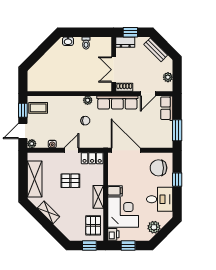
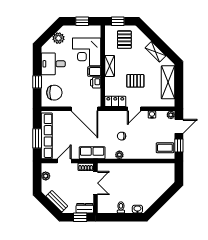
row of seats: (117, 102) -> (92, 153), width x0.68
row of seats: (167, 108) -> (47, 136), width x2.02
window: (177, 130) -> (37, 138), moved
pallet: (93, 225) -> (124, 40), moved
printer: (113, 234) -> (96, 83), moved

